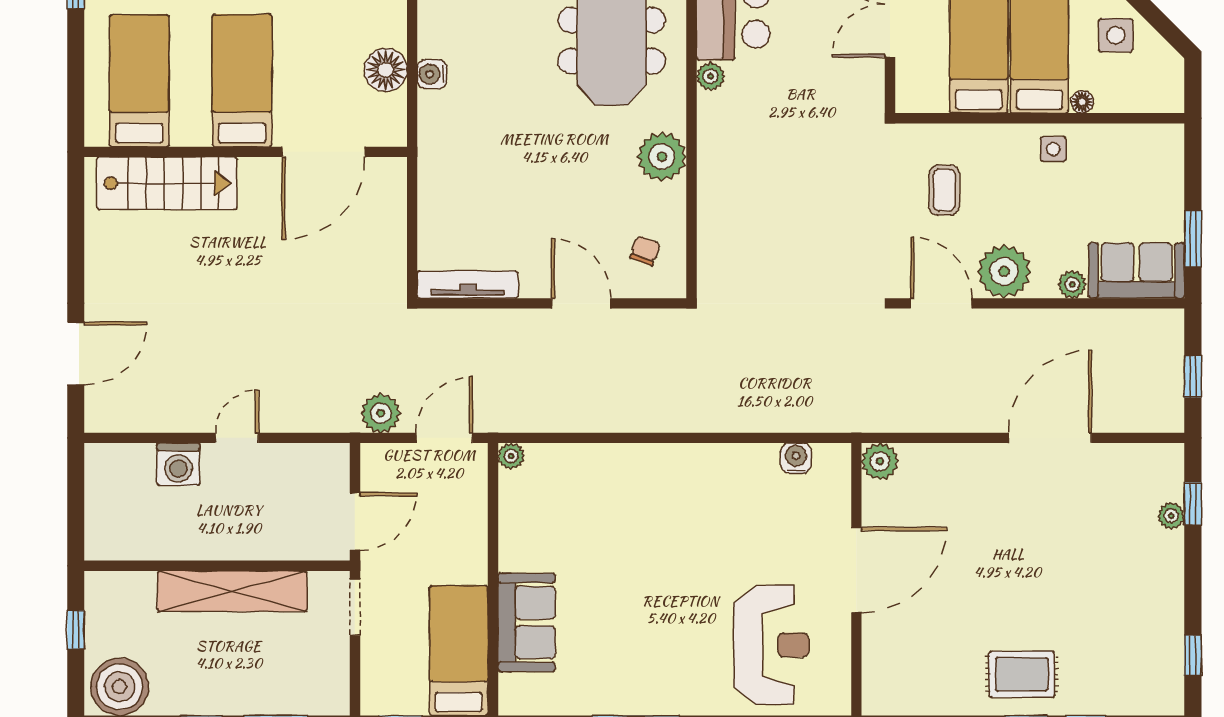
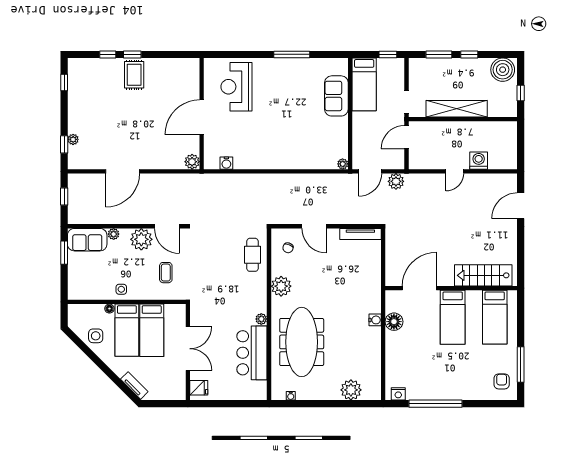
cafe table: (732, 234) -> (252, 255), added
rug: (1022, 674) -> (134, 75), turned 90

